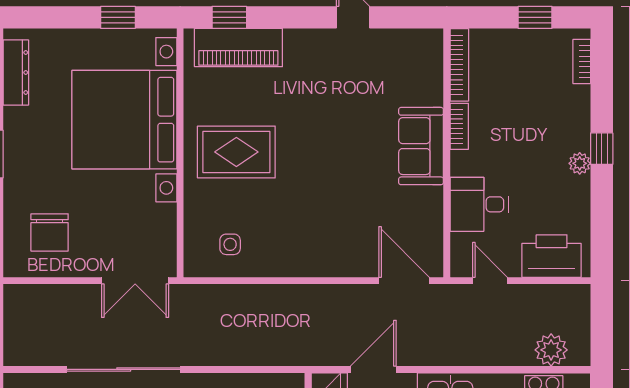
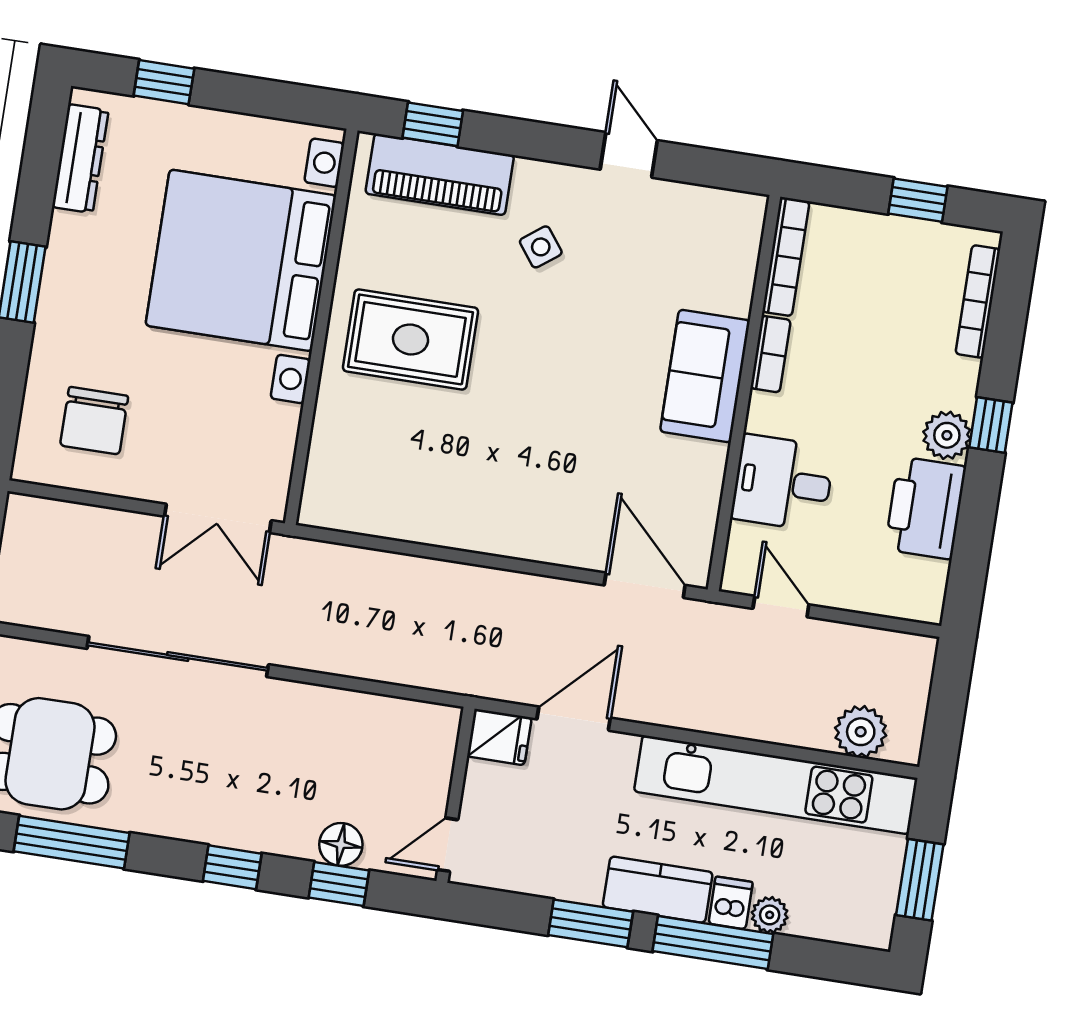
window: (118, 17) -> (164, 82), moved
bookcase: (582, 62) -> (978, 301), width x1.56
plant: (580, 163) -> (947, 435), width x1.38, depth x1.38
side table: (230, 244) -> (541, 247), moved, turned -37
printer: (552, 256) -> (925, 508), moved, turned -90

